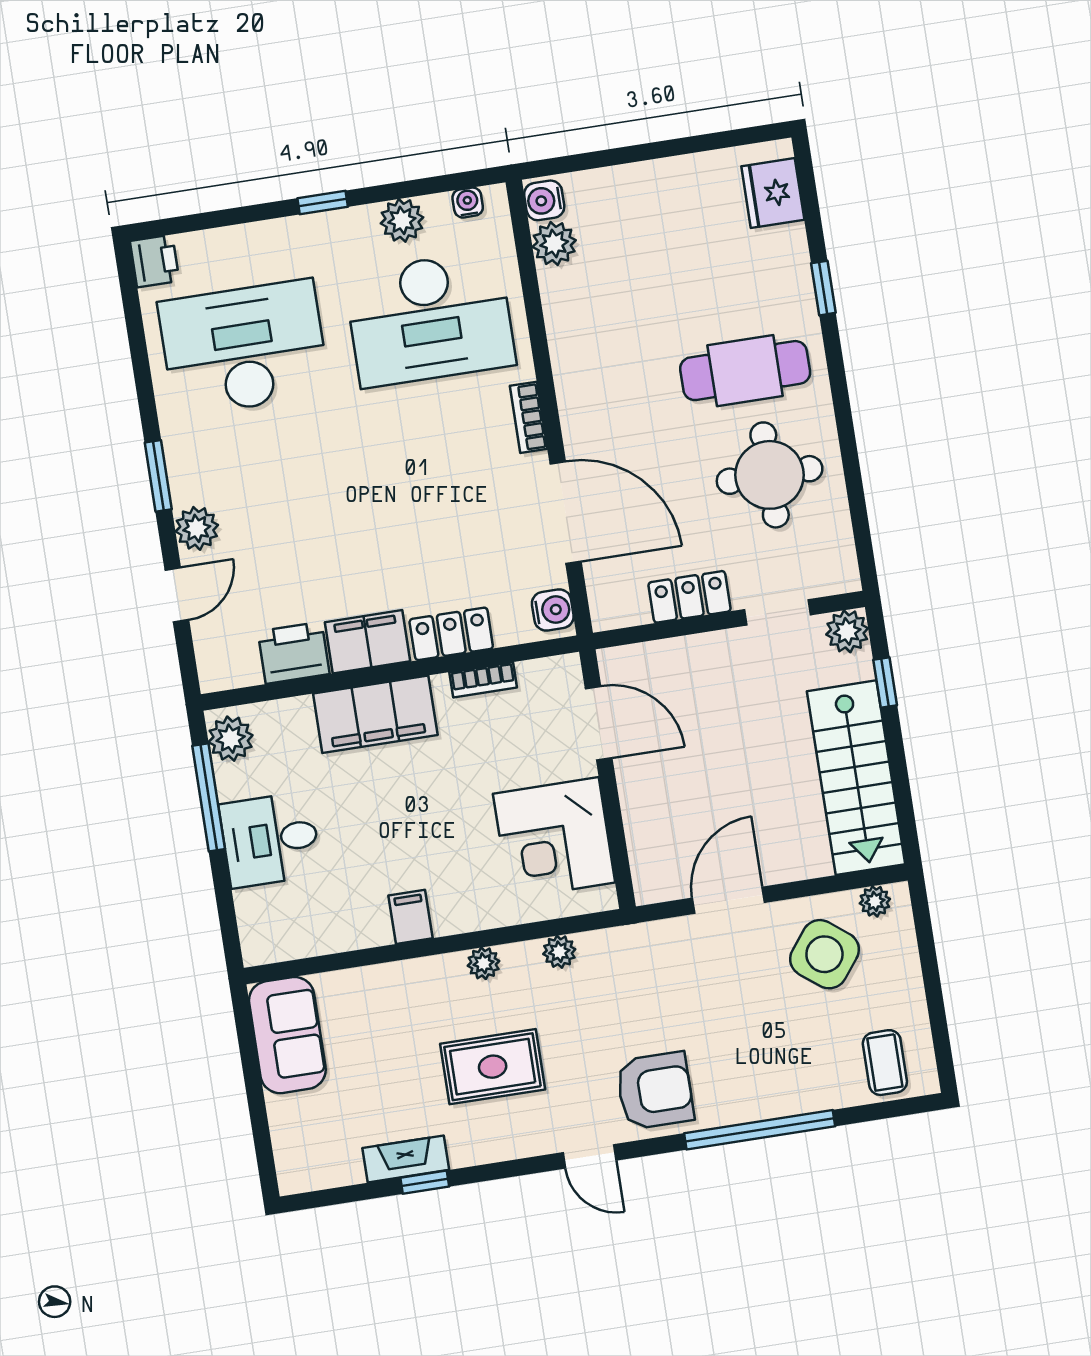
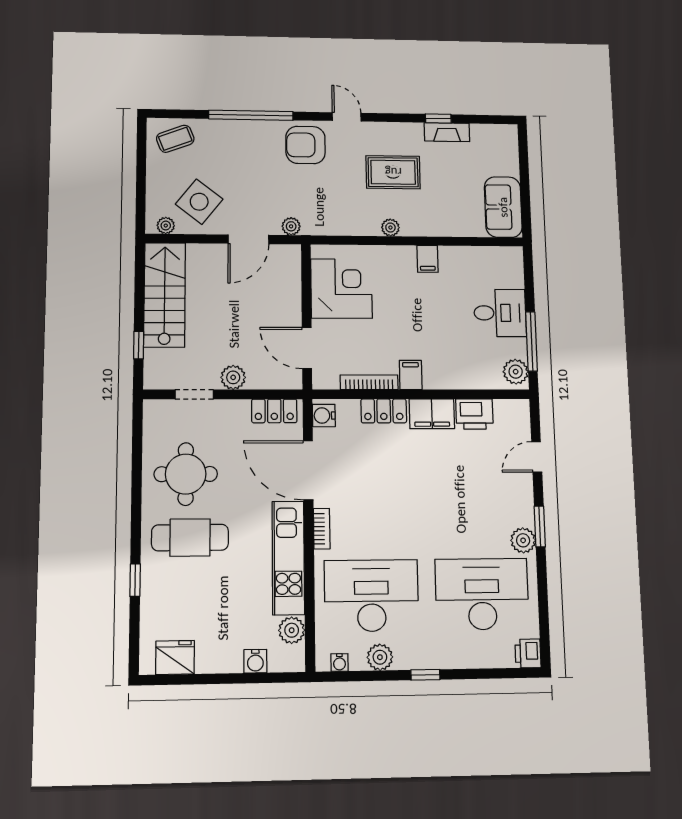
fridge: (773, 193) -> (175, 658), moved, turned -90
water cooler: (544, 200) -> (255, 661), moved, turned 90
desk: (244, 348) -> (482, 594), turned 180
kitchen unit: (577, 361) -> (288, 558), added
plant: (197, 528) -> (523, 540), moved
locker: (690, 597) -> (274, 411), moved
plant: (847, 631) -> (233, 377), moved
bookcase: (483, 680) -> (369, 382), width x1.56
filing cabinet: (375, 714) -> (411, 375), width x0.33, depth x0.86
plant: (559, 952) -> (291, 226), moved
coffee table: (885, 1063) -> (175, 139), turned 69

